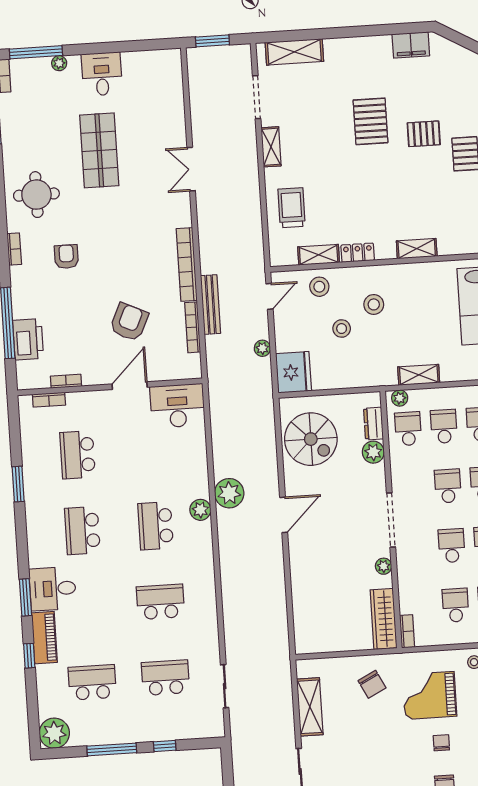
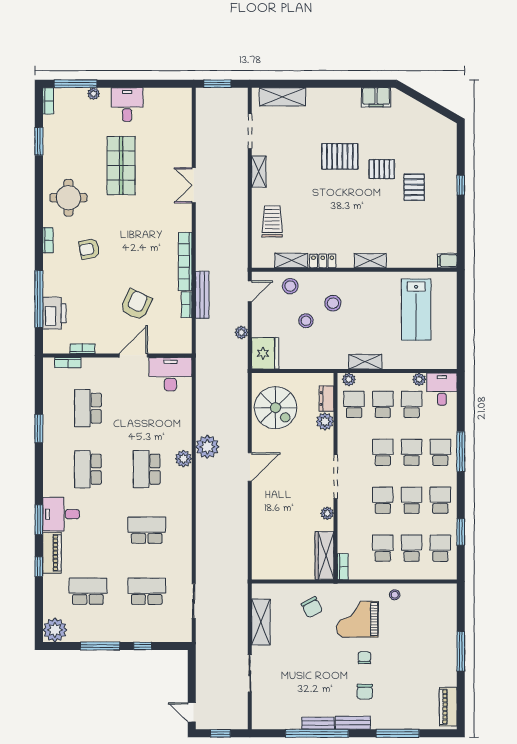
pallet: (370, 121) -> (340, 156), turned 90
armchair: (66, 257) -> (89, 249), turned -101
bookcase: (193, 327) -> (187, 305), width x0.64

